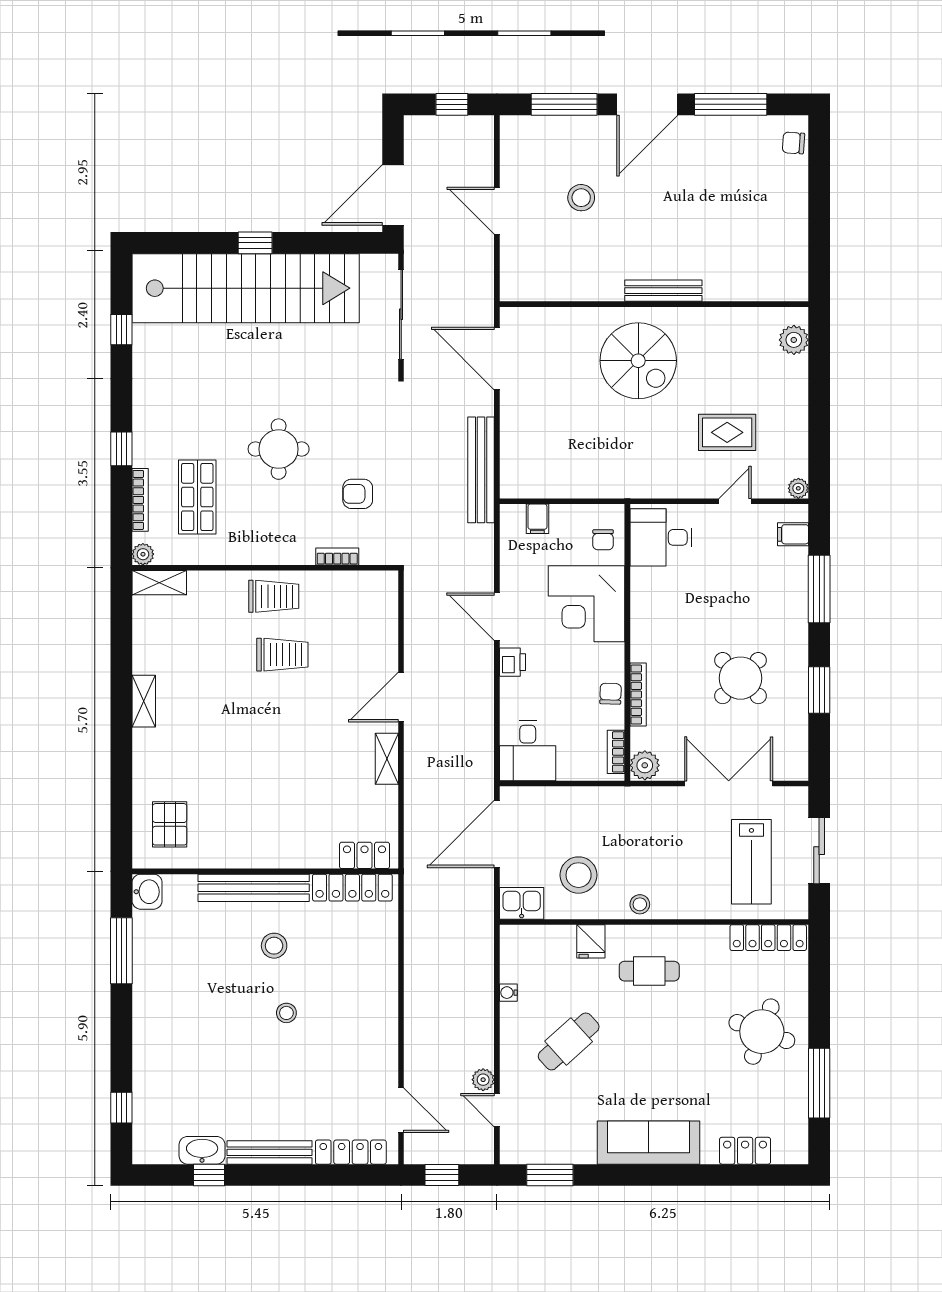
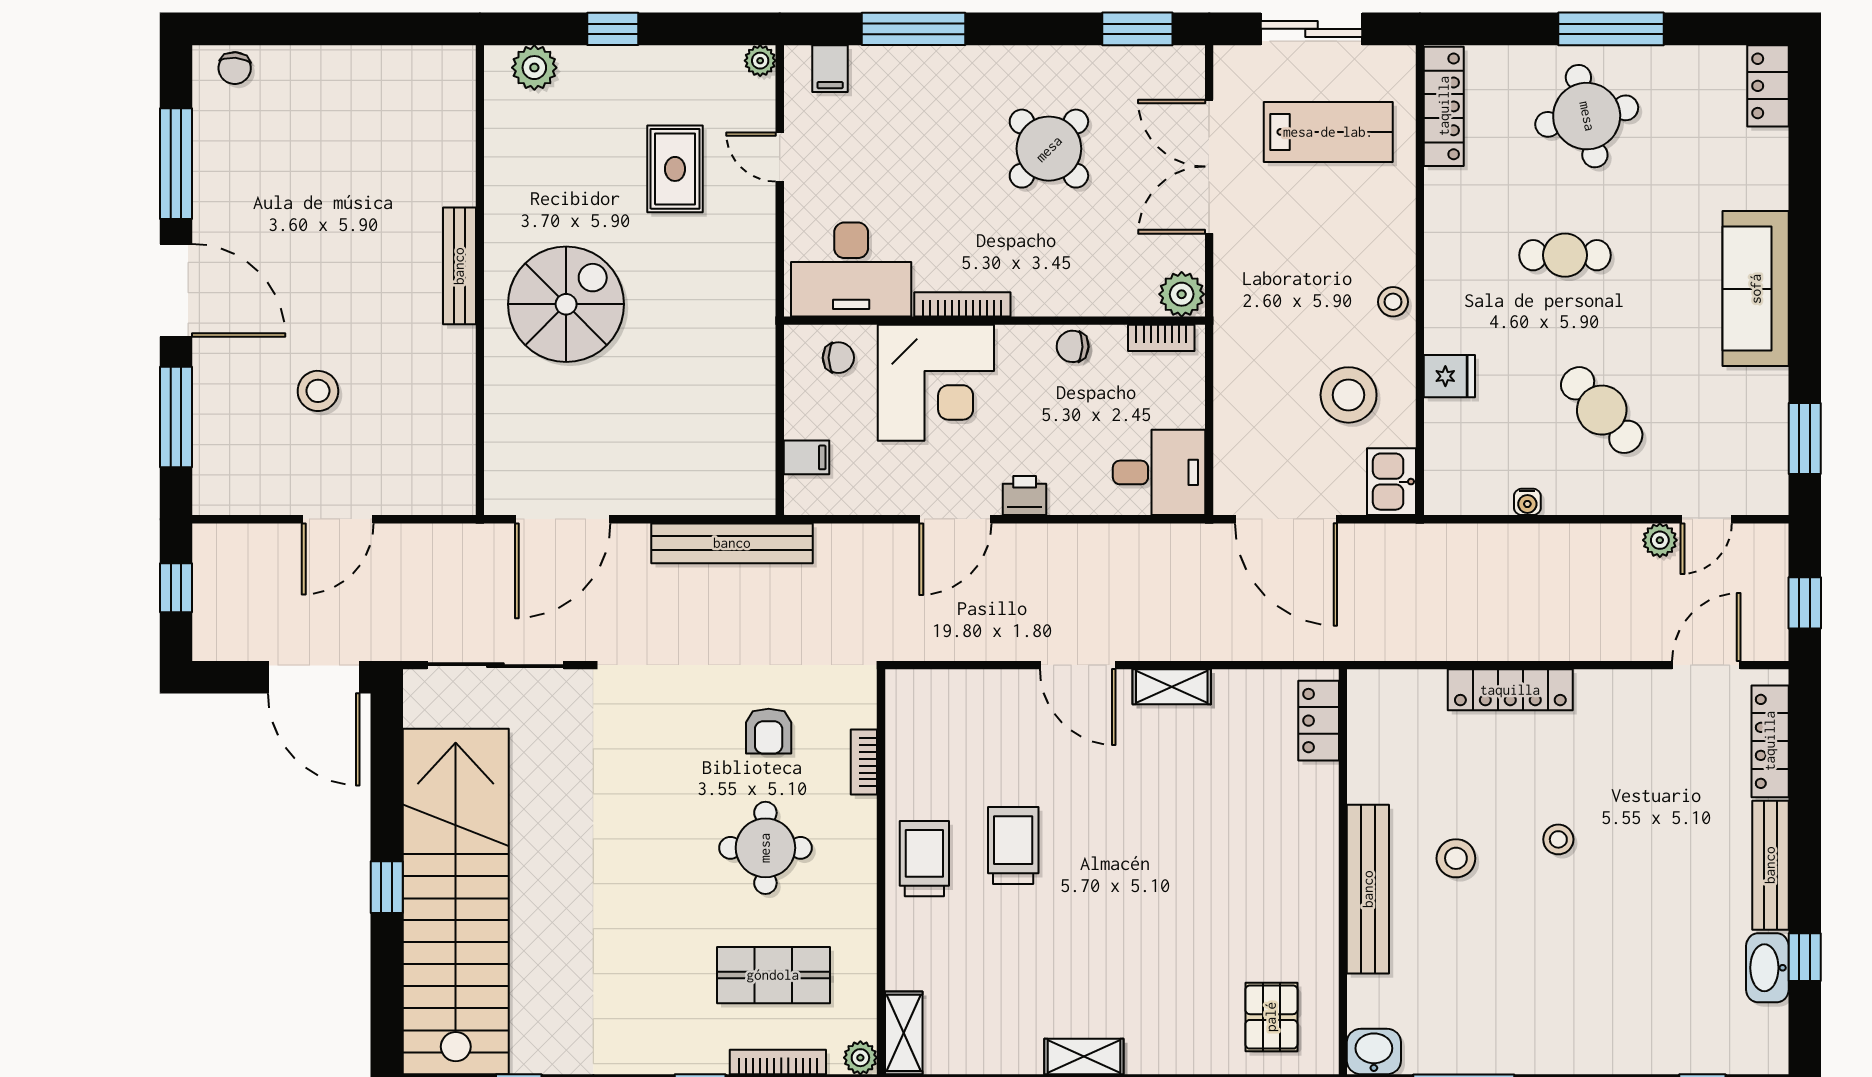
window: (819, 391) -> (613, 29), added
round table: (279, 449) -> (765, 848), moved
desk: (661, 537) -> (851, 269), width x1.37
window: (819, 690) -> (1137, 29), moved
bookcase: (638, 695) -> (962, 304), moved
pallet: (170, 824) -> (1271, 1017), turned 90
locker: (352, 888) -> (1510, 690), moved, turned 90
cafe table: (649, 971) -> (1565, 255), moved, turned 90
round table: (762, 1032) -> (1587, 116), turned -32
window: (819, 1083) -> (1611, 29), moved
locker: (745, 1151) -> (1768, 86), moved

